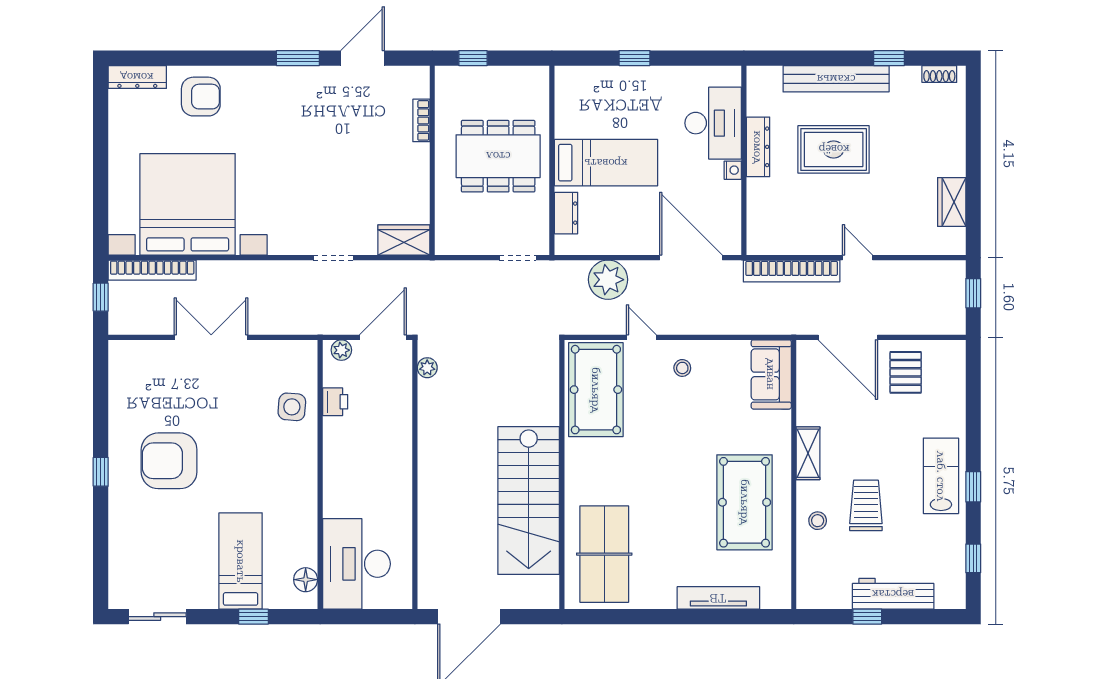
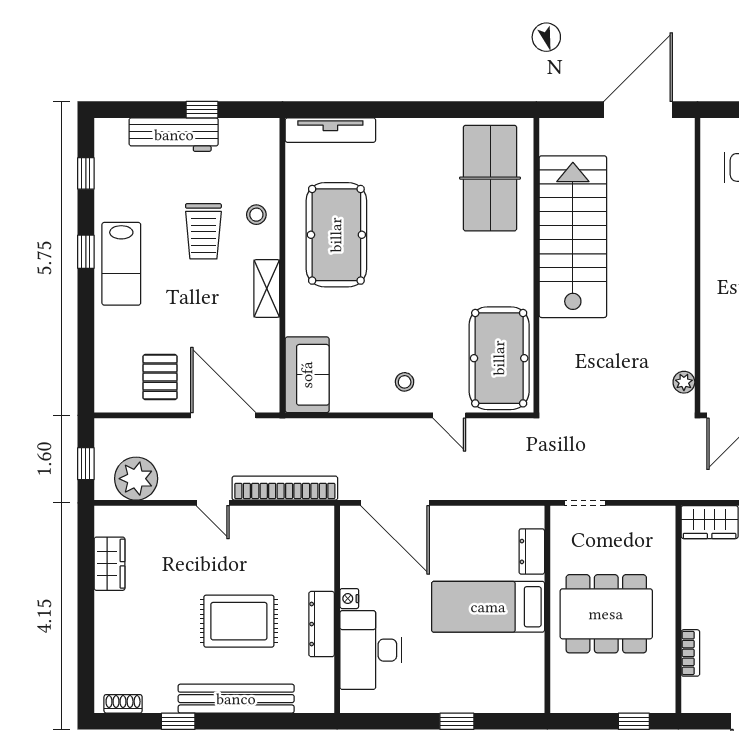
plant: (608, 280) -> (136, 479), moved
tv unit: (718, 598) -> (330, 130), moved

